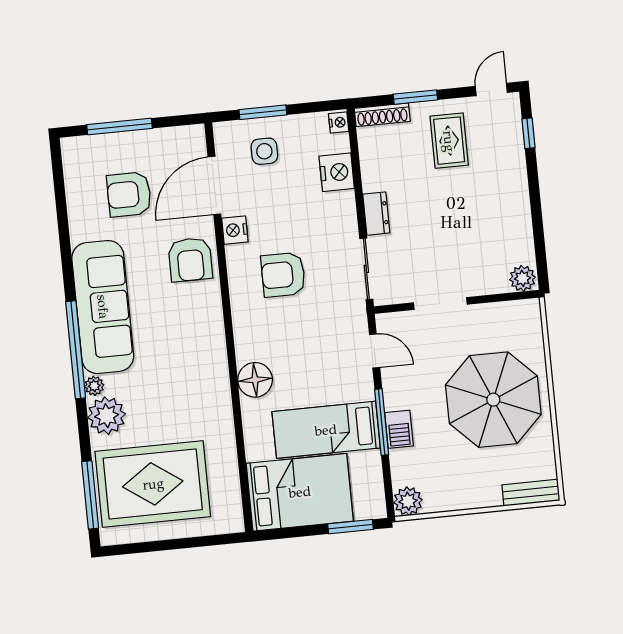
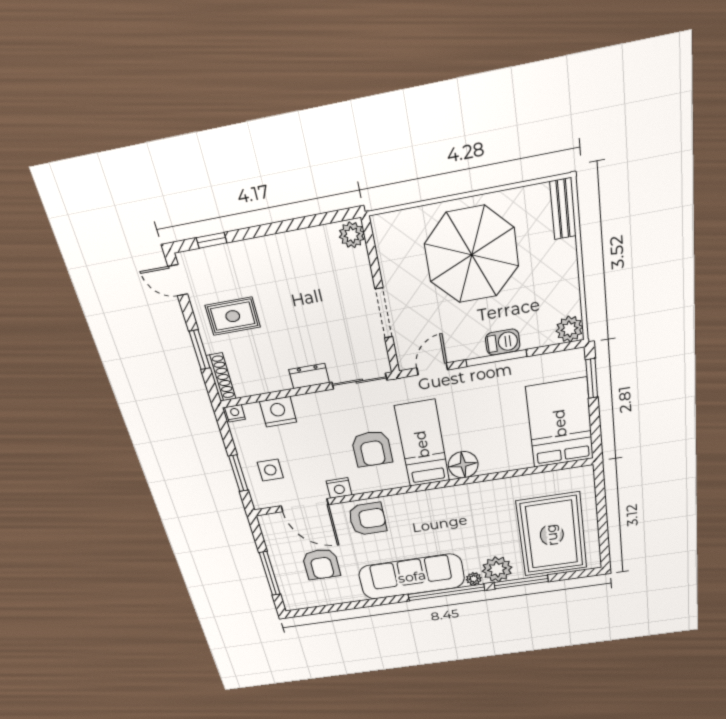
bed: (326, 430) -> (422, 444), moved, turned 180
window: (90, 495) -> (521, 582), moved

